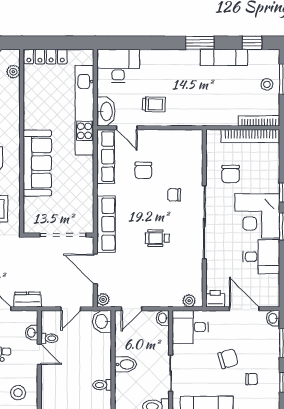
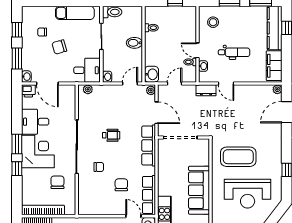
printer: (215, 299) -> (28, 91), moved

